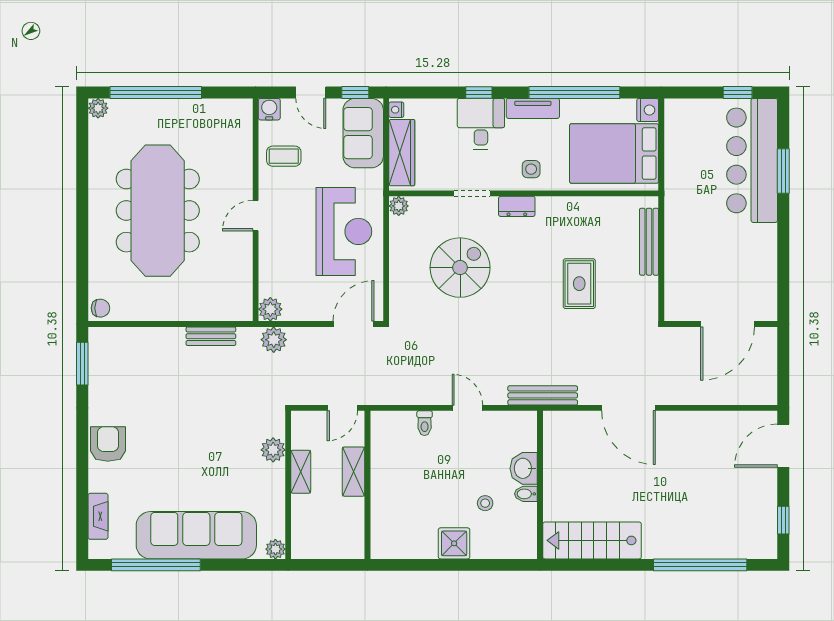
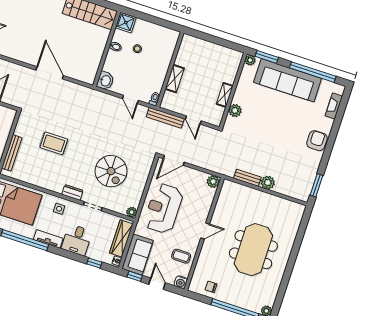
window: (479, 92) -> (94, 263), moved
meeting table: (158, 211) -> (253, 250), width x0.73
spiral stairs: (460, 268) -> (111, 171), turned -90
rug: (579, 284) -> (54, 143), turned 90
chair: (101, 308) -> (211, 287), moved
plant: (274, 340) -> (268, 183), moved
bench: (543, 395) -> (165, 118), moved
door: (342, 408) -> (193, 120), swing flipped
armchair: (108, 444) -> (317, 141), turned 180
washbasin: (524, 468) -> (105, 81), moved
shelving: (354, 472) -> (175, 79), moved
wall: (367, 485) -> (170, 70), moved
shower: (454, 543) -> (126, 23), moved
window: (248, 565) -> (267, 57), added

